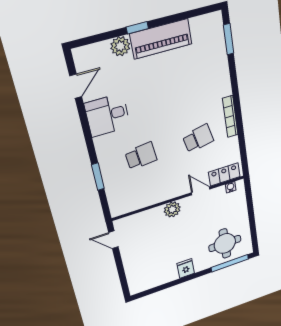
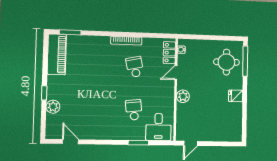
piano: (161, 39) -> (57, 54), moved
desk: (107, 115) -> (158, 127), moved

